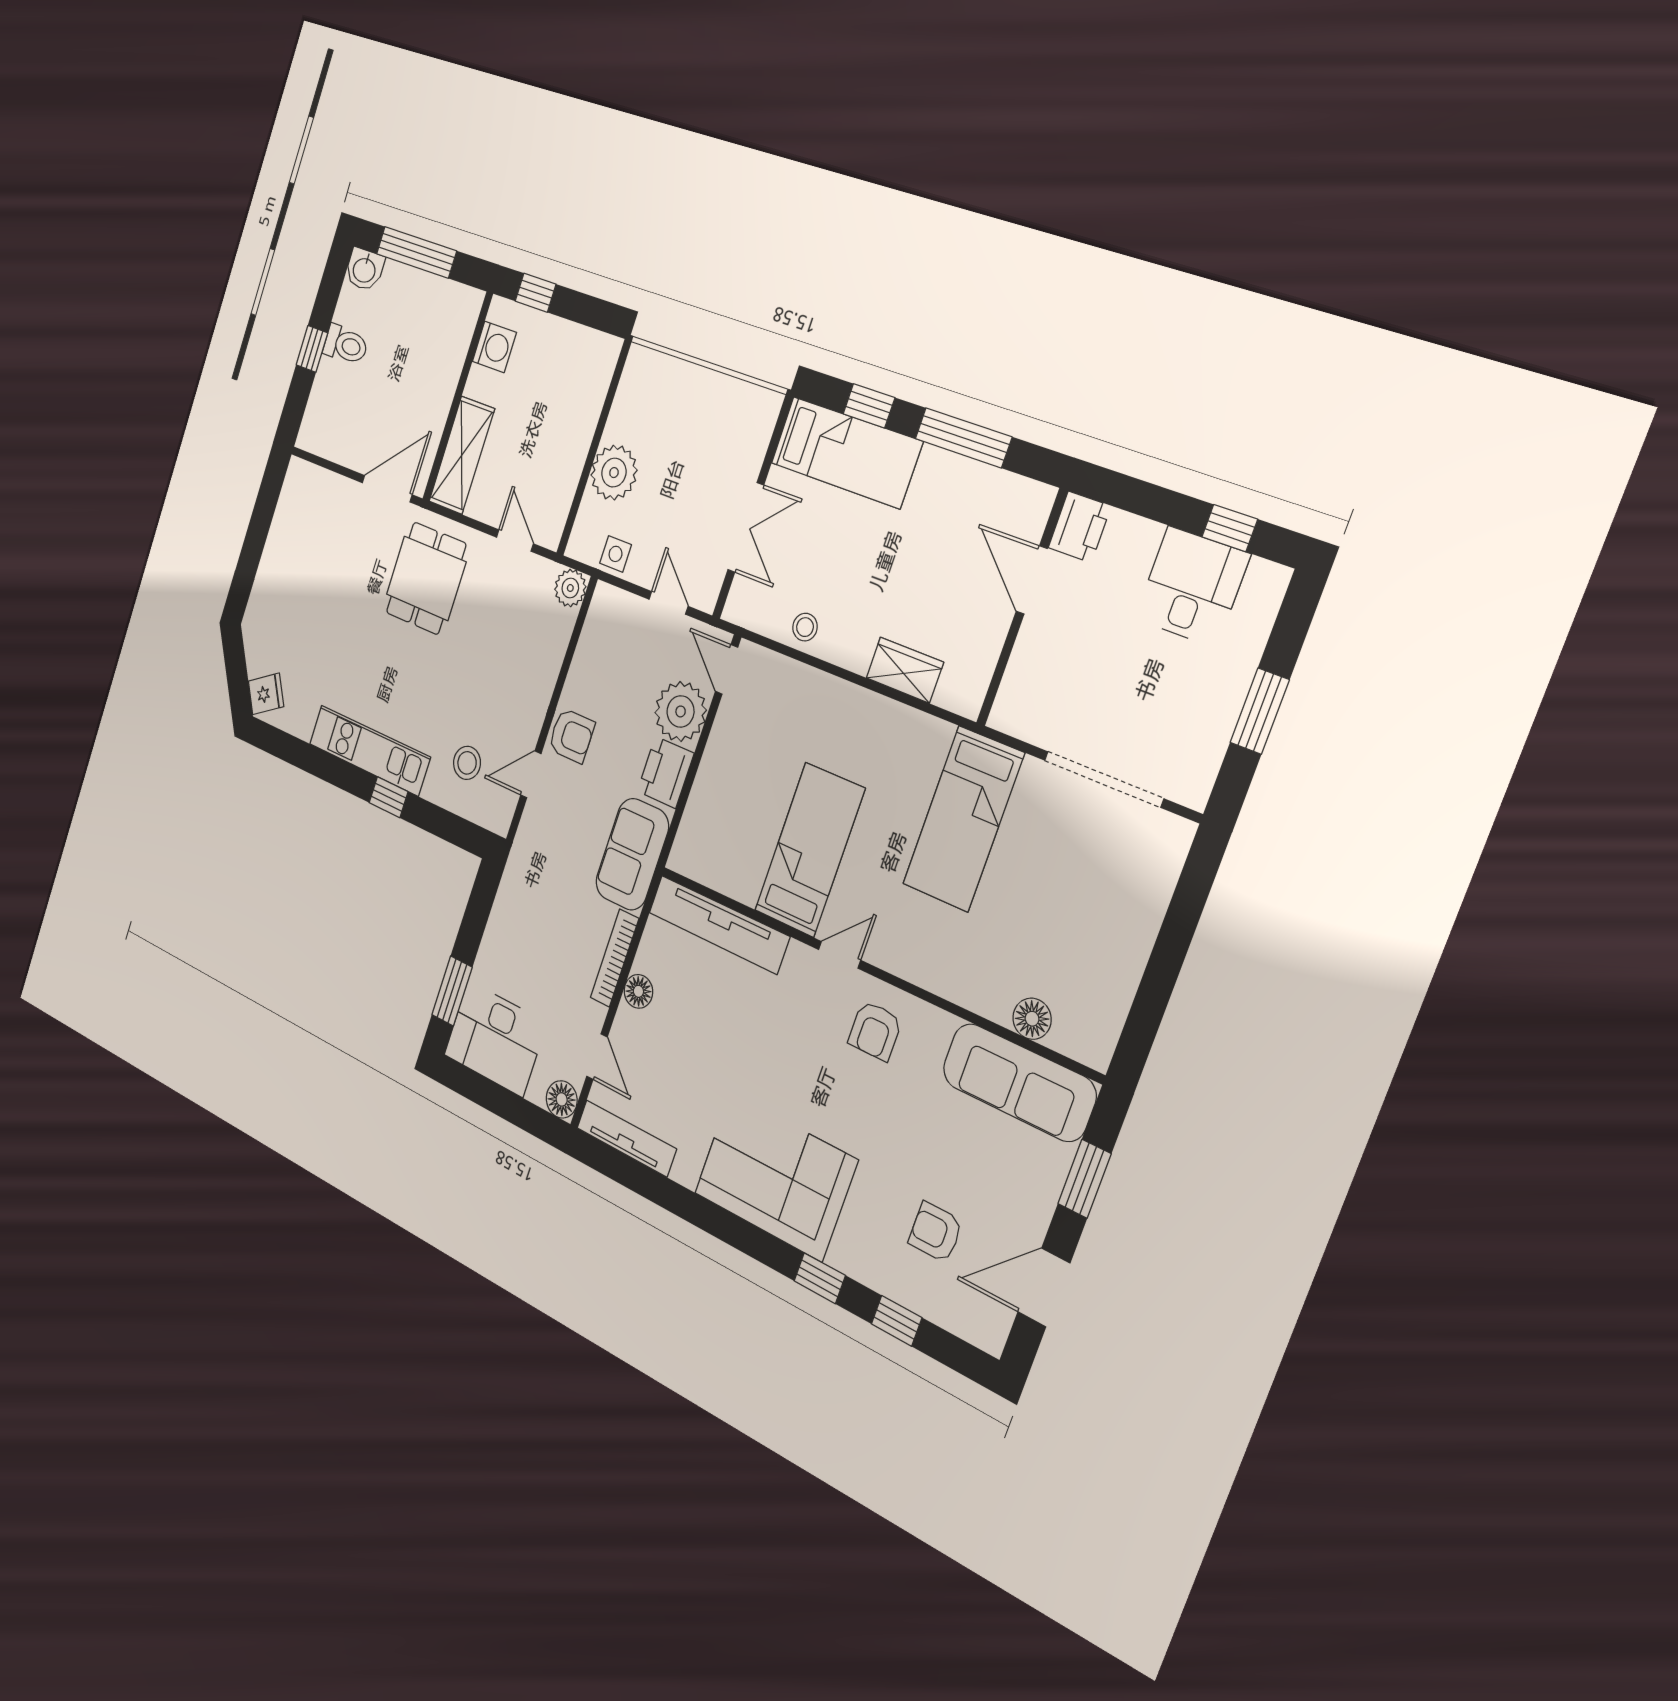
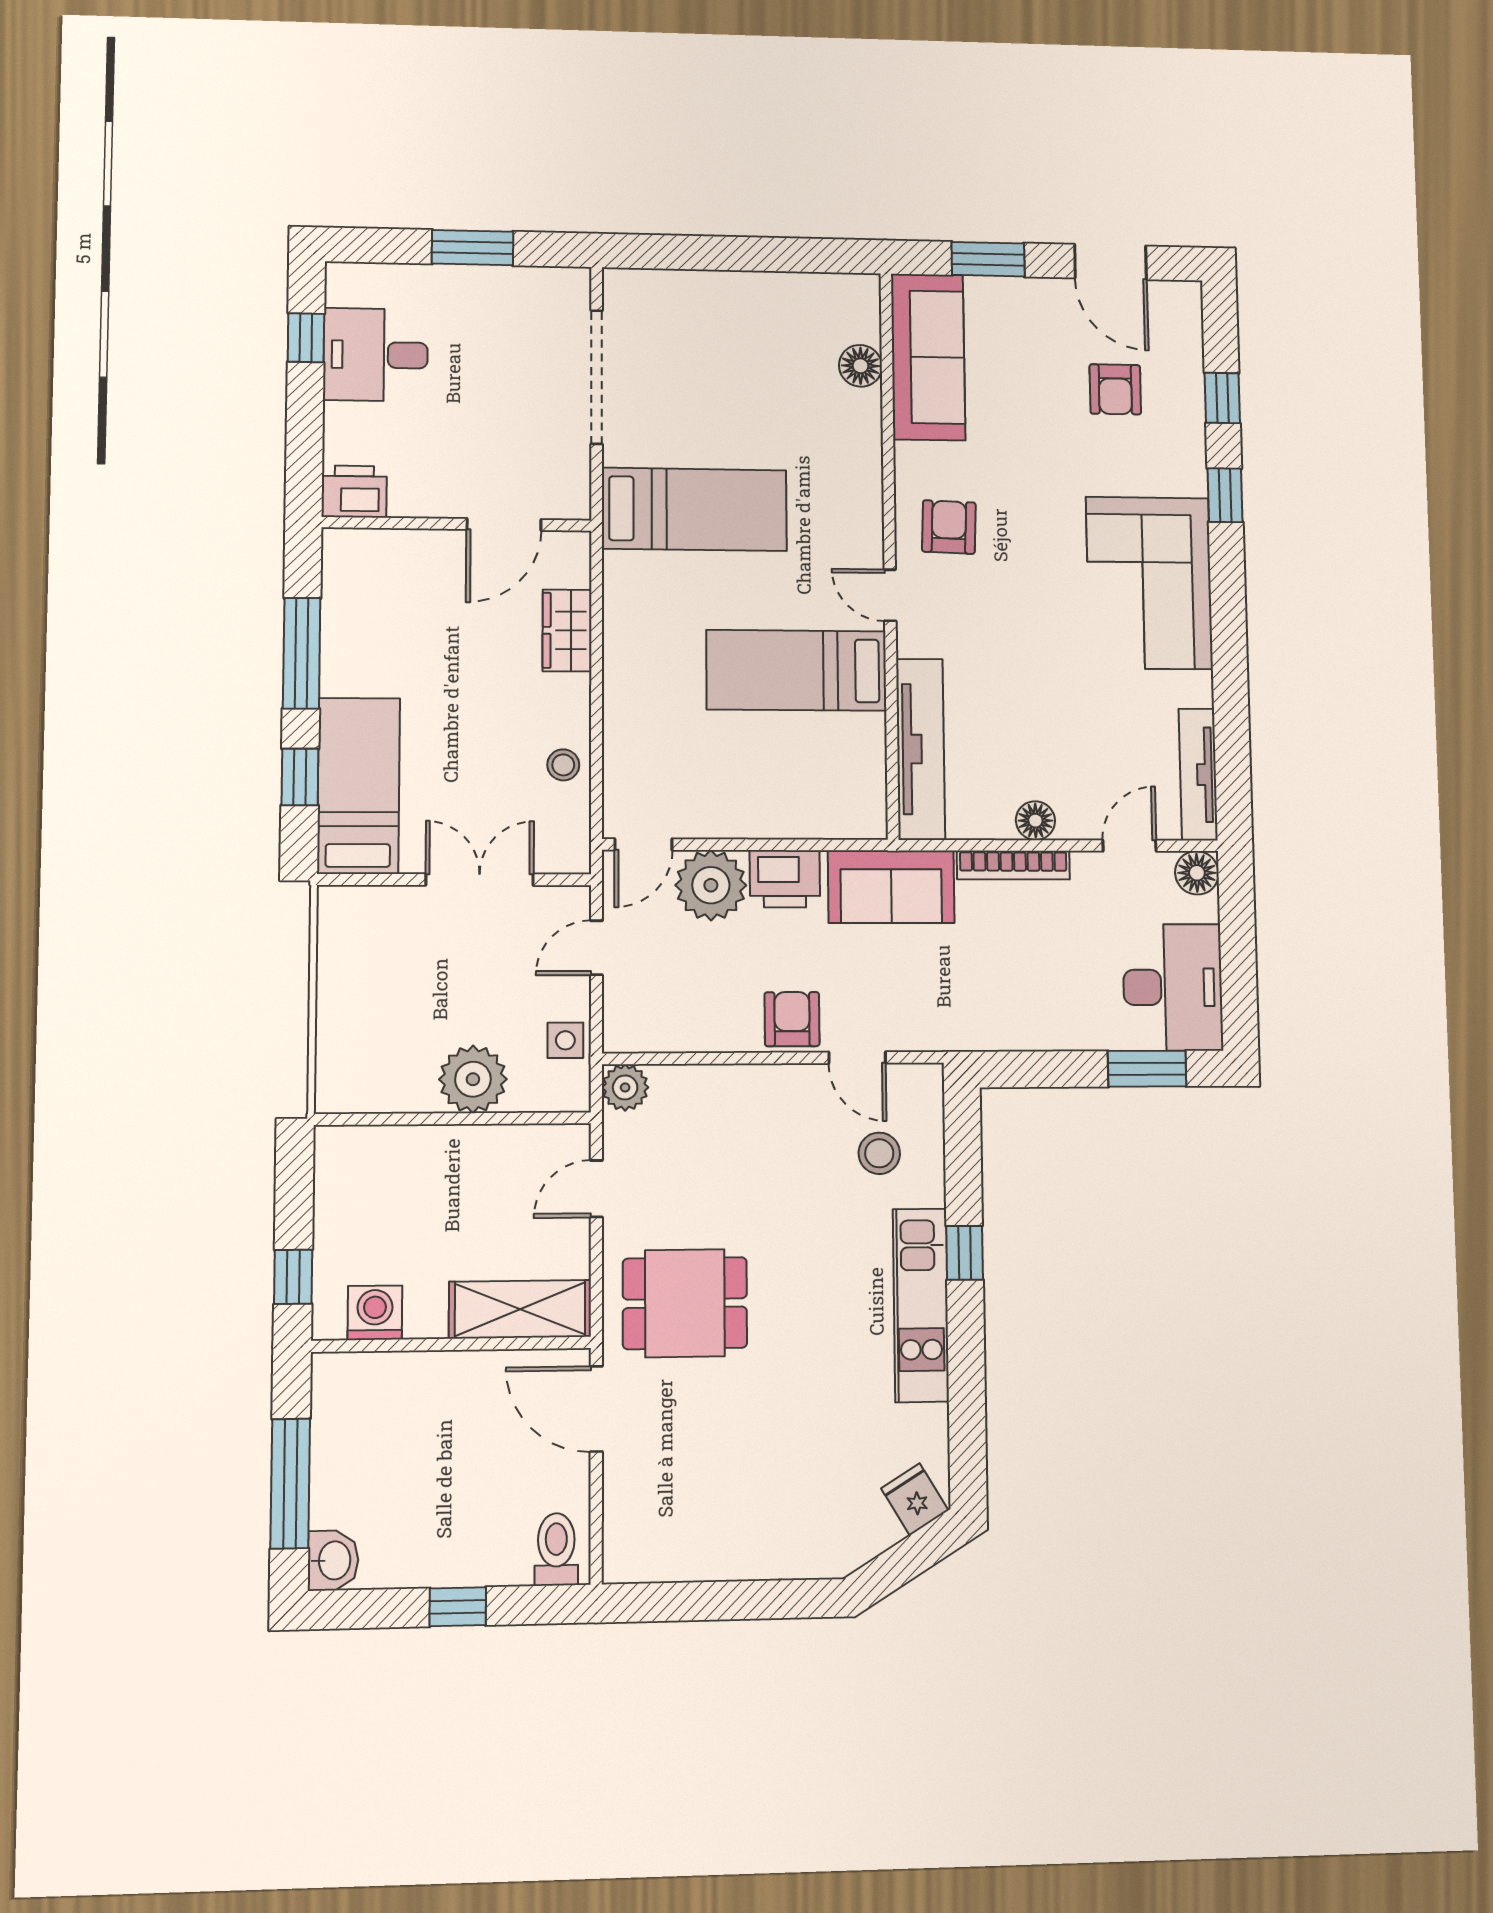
toilet: (346, 345) -> (556, 1549), moved
door: (1032, 580) -> (504, 524), moved
armchair: (875, 1031) -> (949, 527), turned -88

